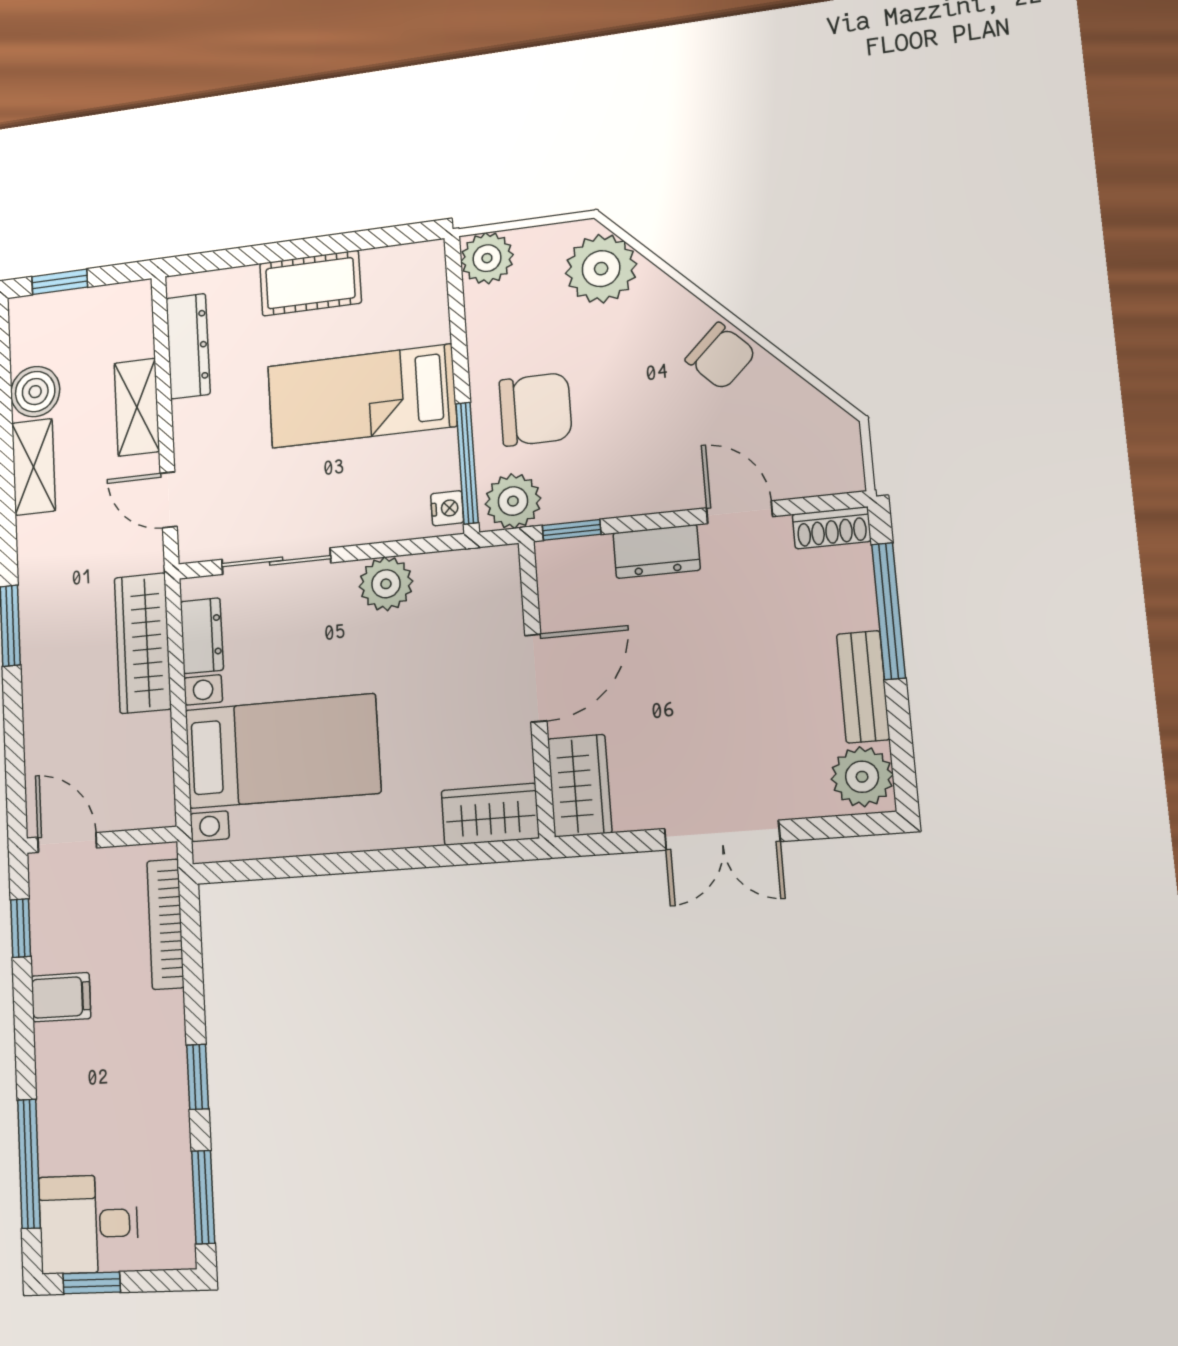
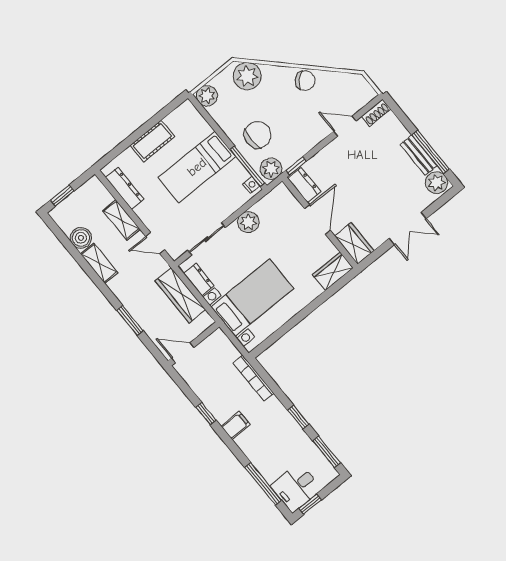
dresser: (657, 551) -> (304, 185), moved, turned -90
window: (889, 611) -> (431, 152), moved
wall: (101, 840) -> (194, 344), moved
door: (67, 843) -> (183, 353), moved

